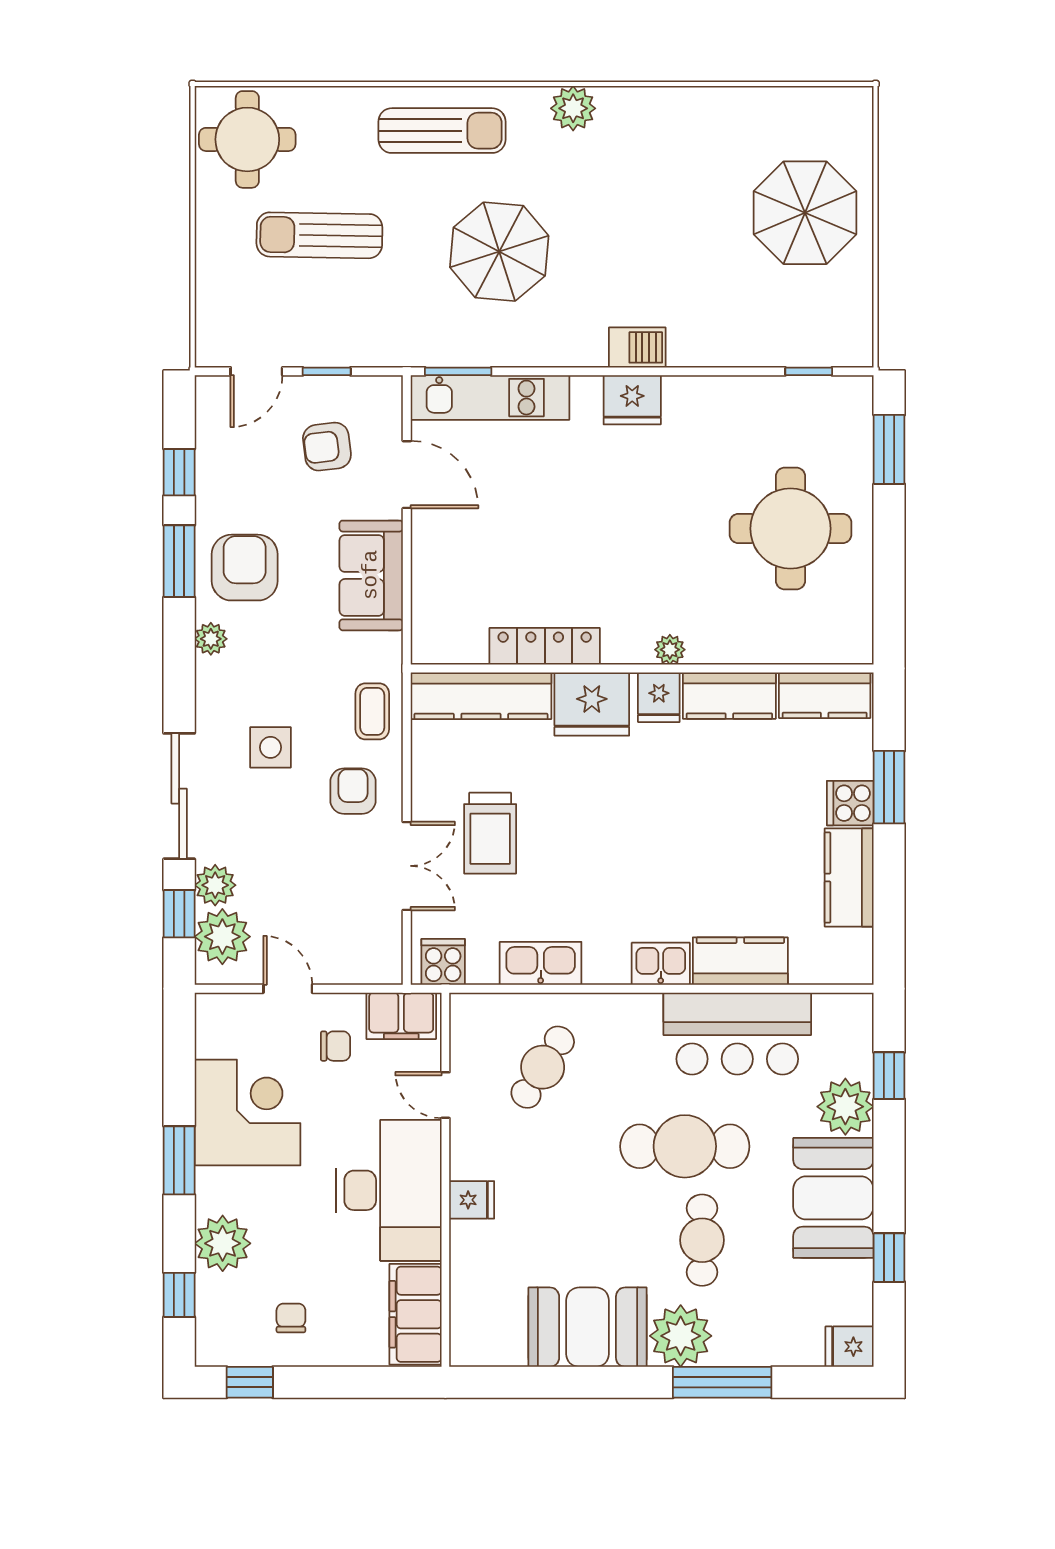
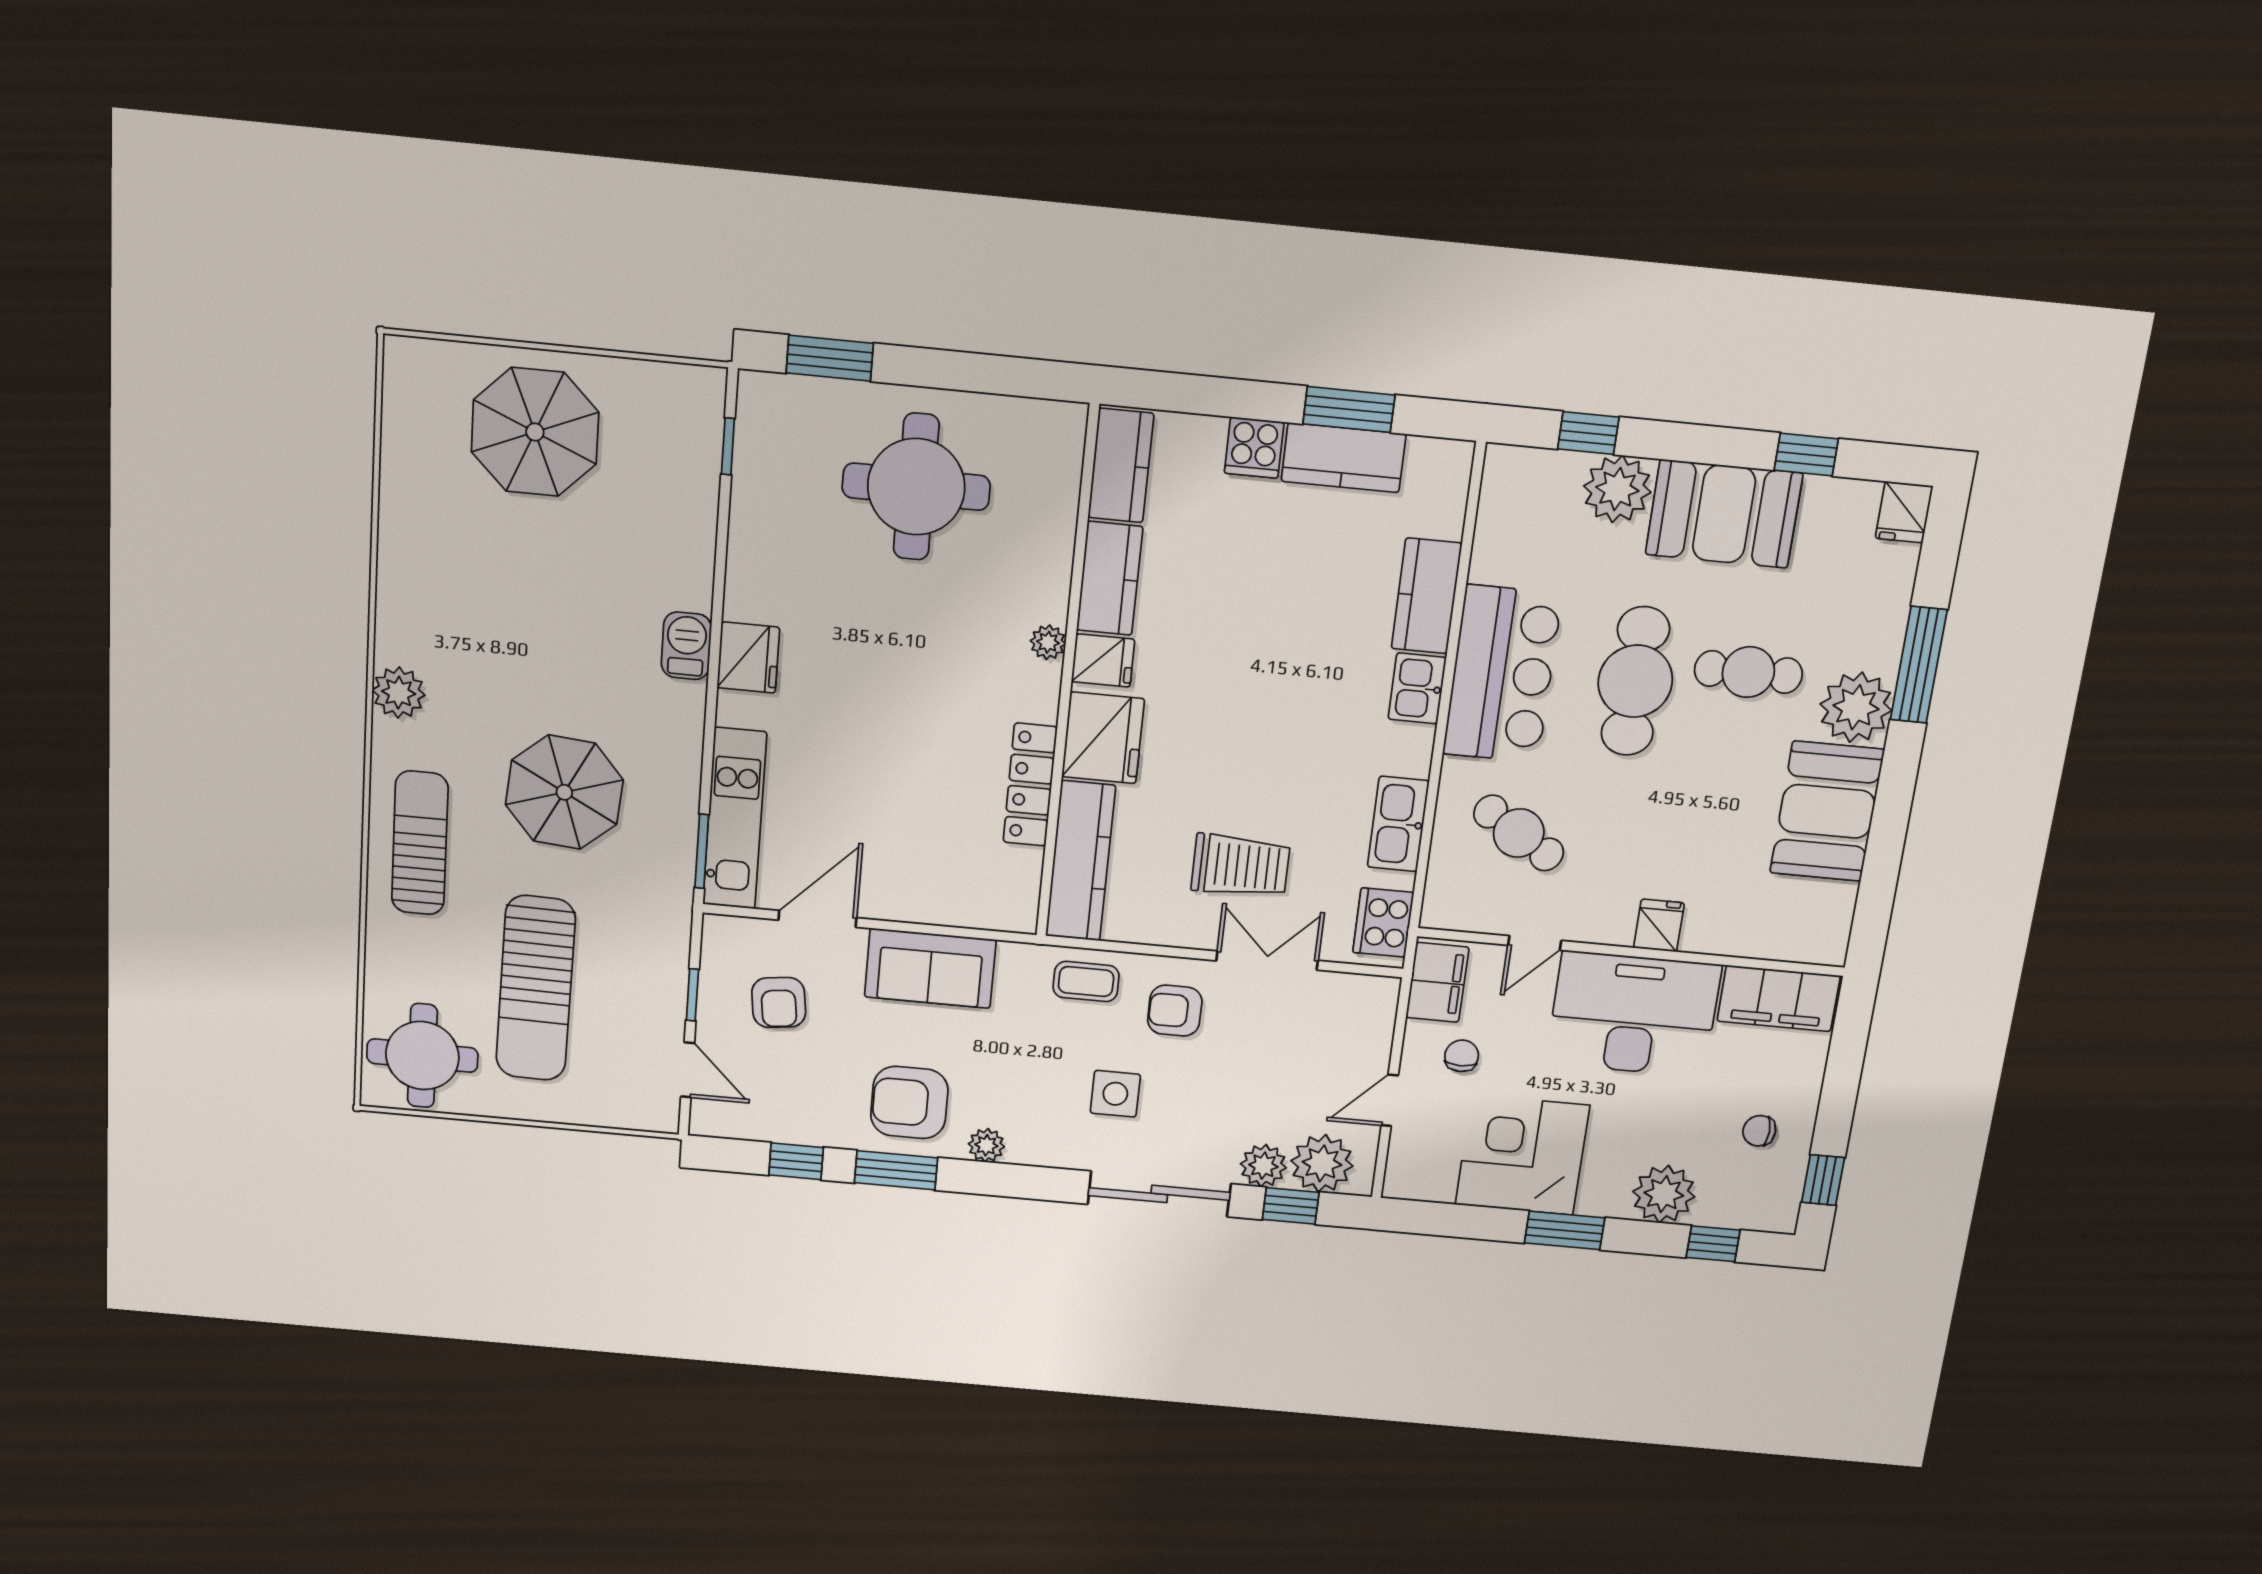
sun lounger: (319, 235) -> (536, 988), width x1.36, depth x1.34
window: (889, 787) -> (1349, 409), moved
cooker: (443, 962) -> (1383, 923), width x1.36
bar counter: (737, 1034) -> (1502, 674), moved

